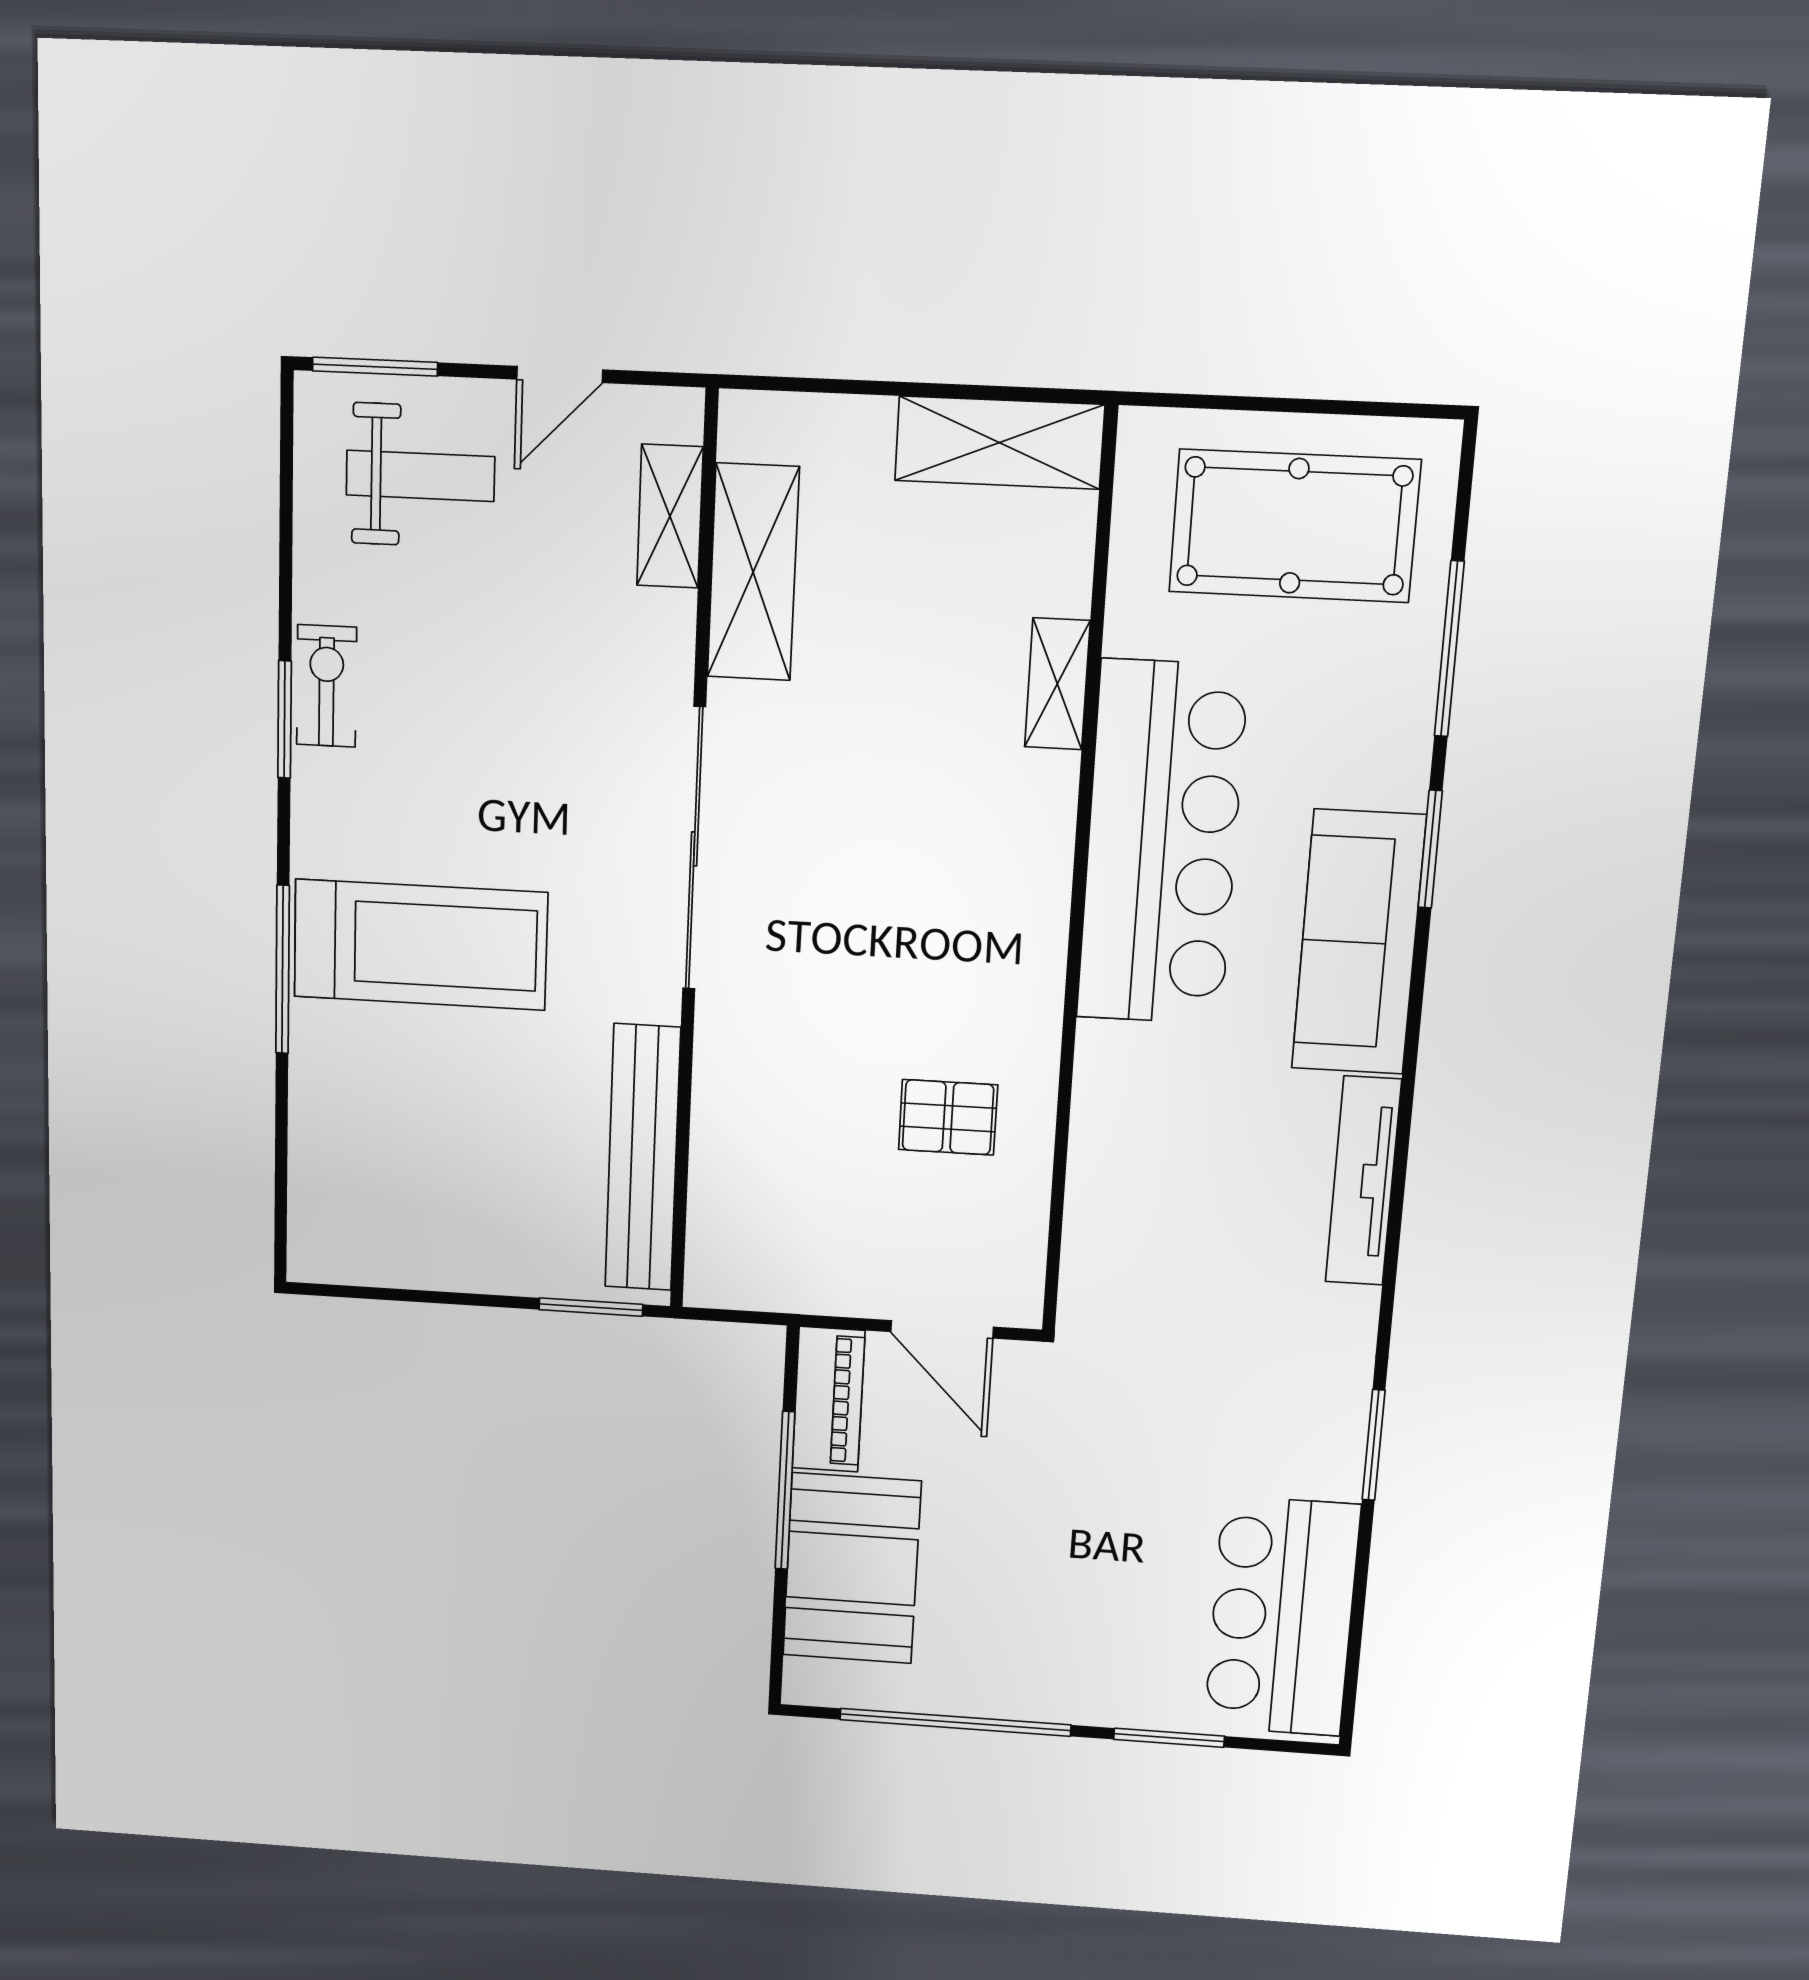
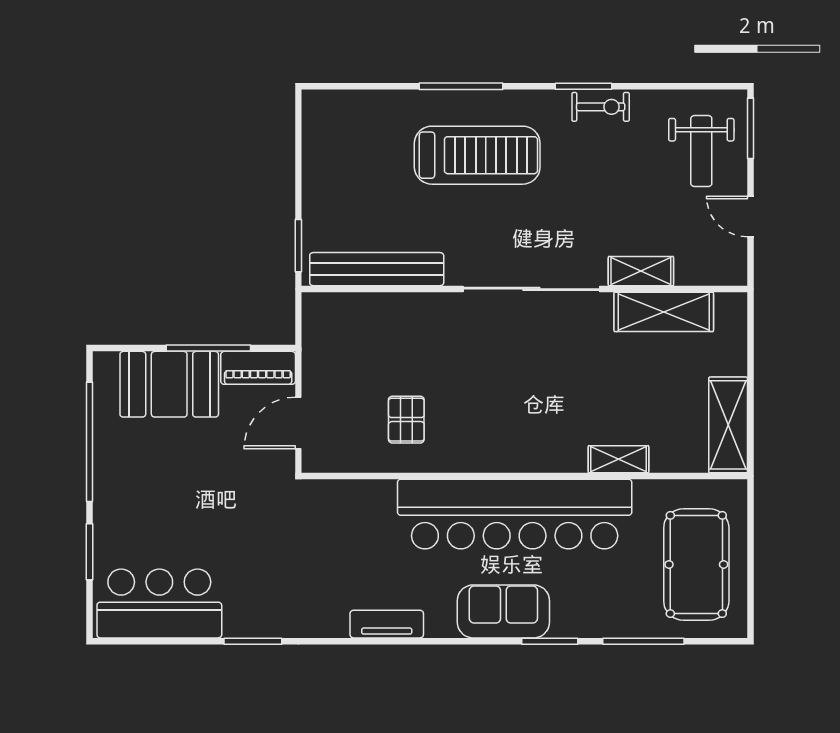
shelving: (670, 516) -> (641, 271), moved
bar counter: (1162, 843) -> (515, 514), width x1.36
sofa: (1359, 942) -> (503, 611), width x0.73
treadmill: (420, 945) -> (477, 155), turned -90
tv unit: (1363, 1181) -> (387, 624), width x0.71

